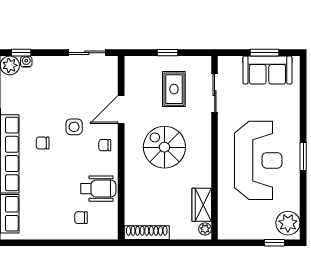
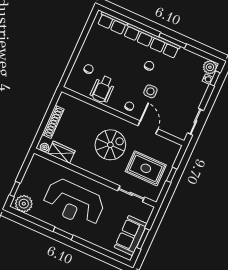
rug: (174, 89) -> (146, 168), width x1.36, depth x1.43
shoe rack: (147, 233) -> (53, 122), moved

